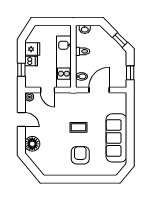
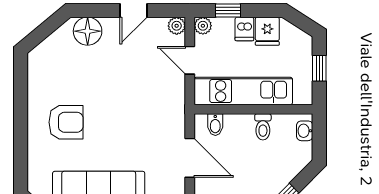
window: (52, 22) -> (319, 68), added
plant: (29, 83) -> (203, 26), added
door: (48, 90) -> (190, 60), hinge flipped
coffee table: (78, 127) -> (119, 119), removed

